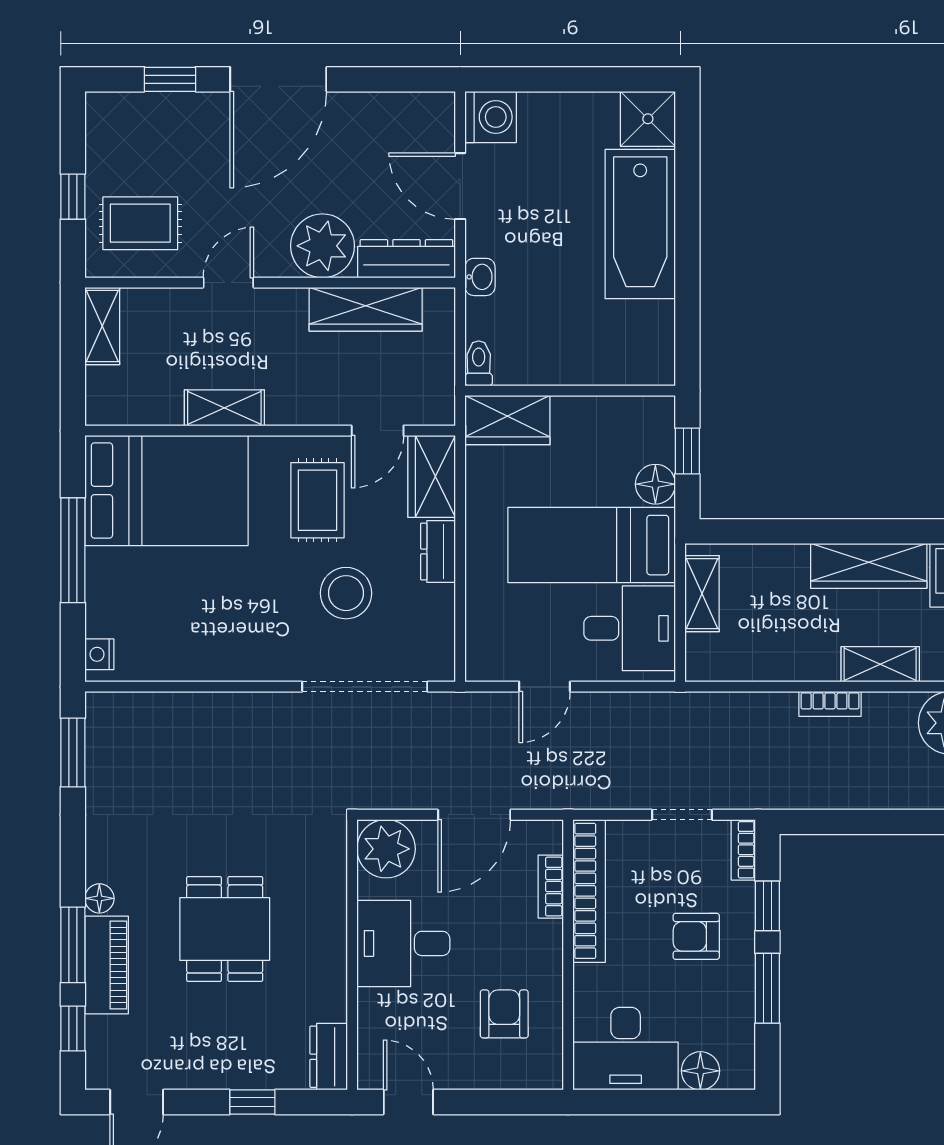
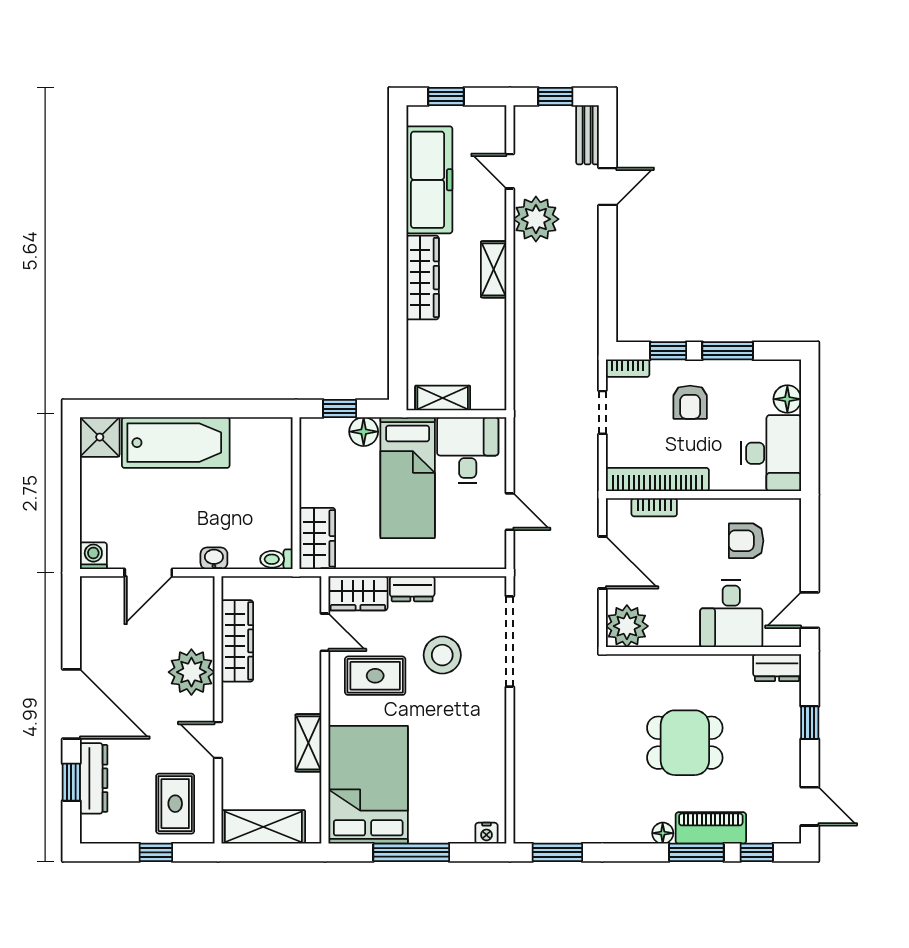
washing machine: (491, 117) -> (93, 556), width x0.73, depth x0.73
dresser: (406, 259) -> (94, 778), moved, turned 180
shelving: (102, 326) -> (263, 827), width x1.50, depth x1.33
bookcase: (830, 704) -> (522, 306), removed
desk: (403, 943) -> (731, 614), moved

